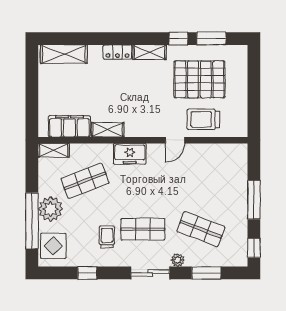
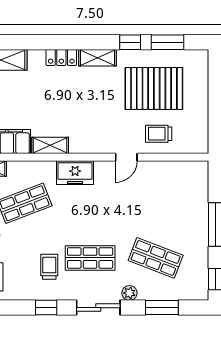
trolley: (203, 119) -> (159, 134), width x0.73, depth x0.72
window: (87, 273) -> (46, 308), moved

